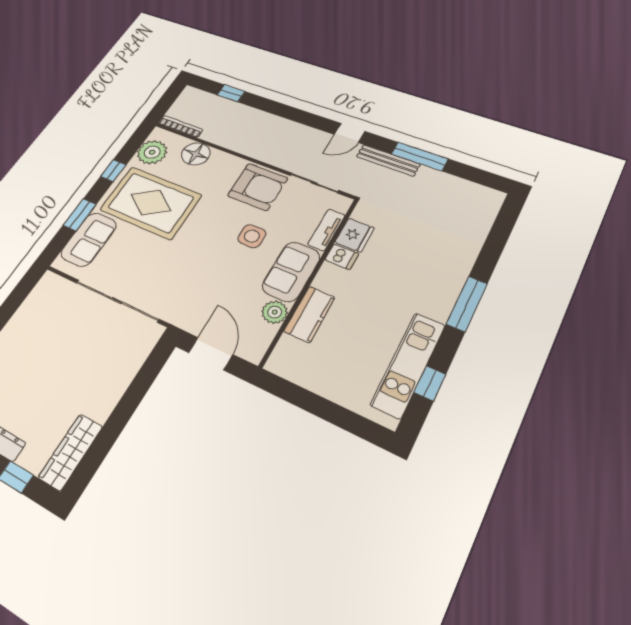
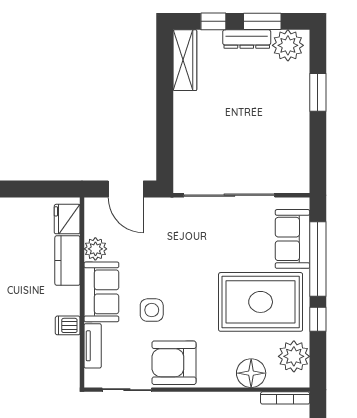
window: (80, 215) -> (318, 259), width x2.11
fridge: (355, 235) -> (67, 219), moved

